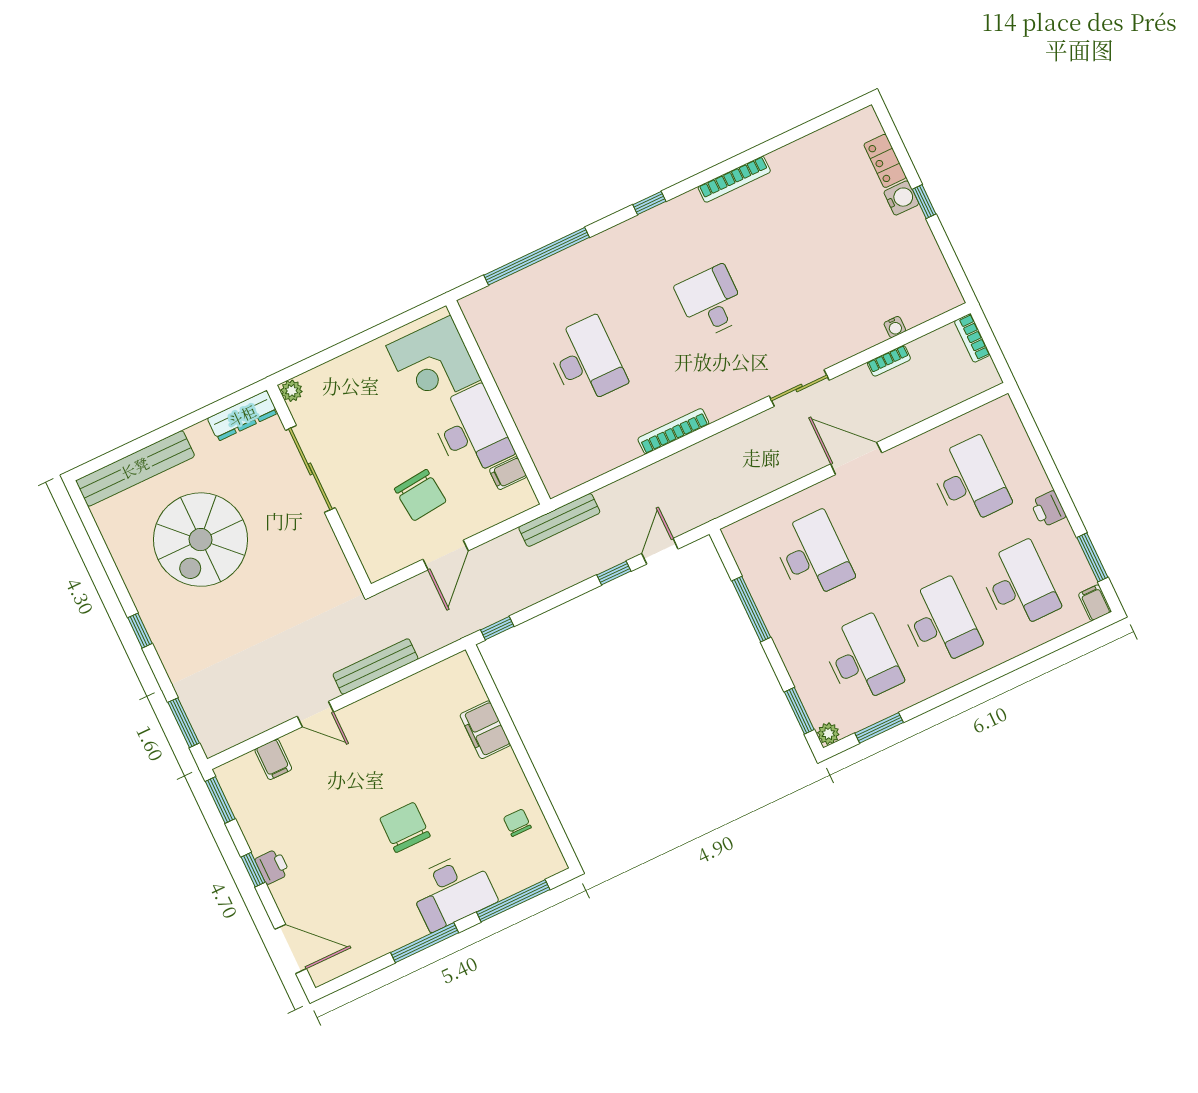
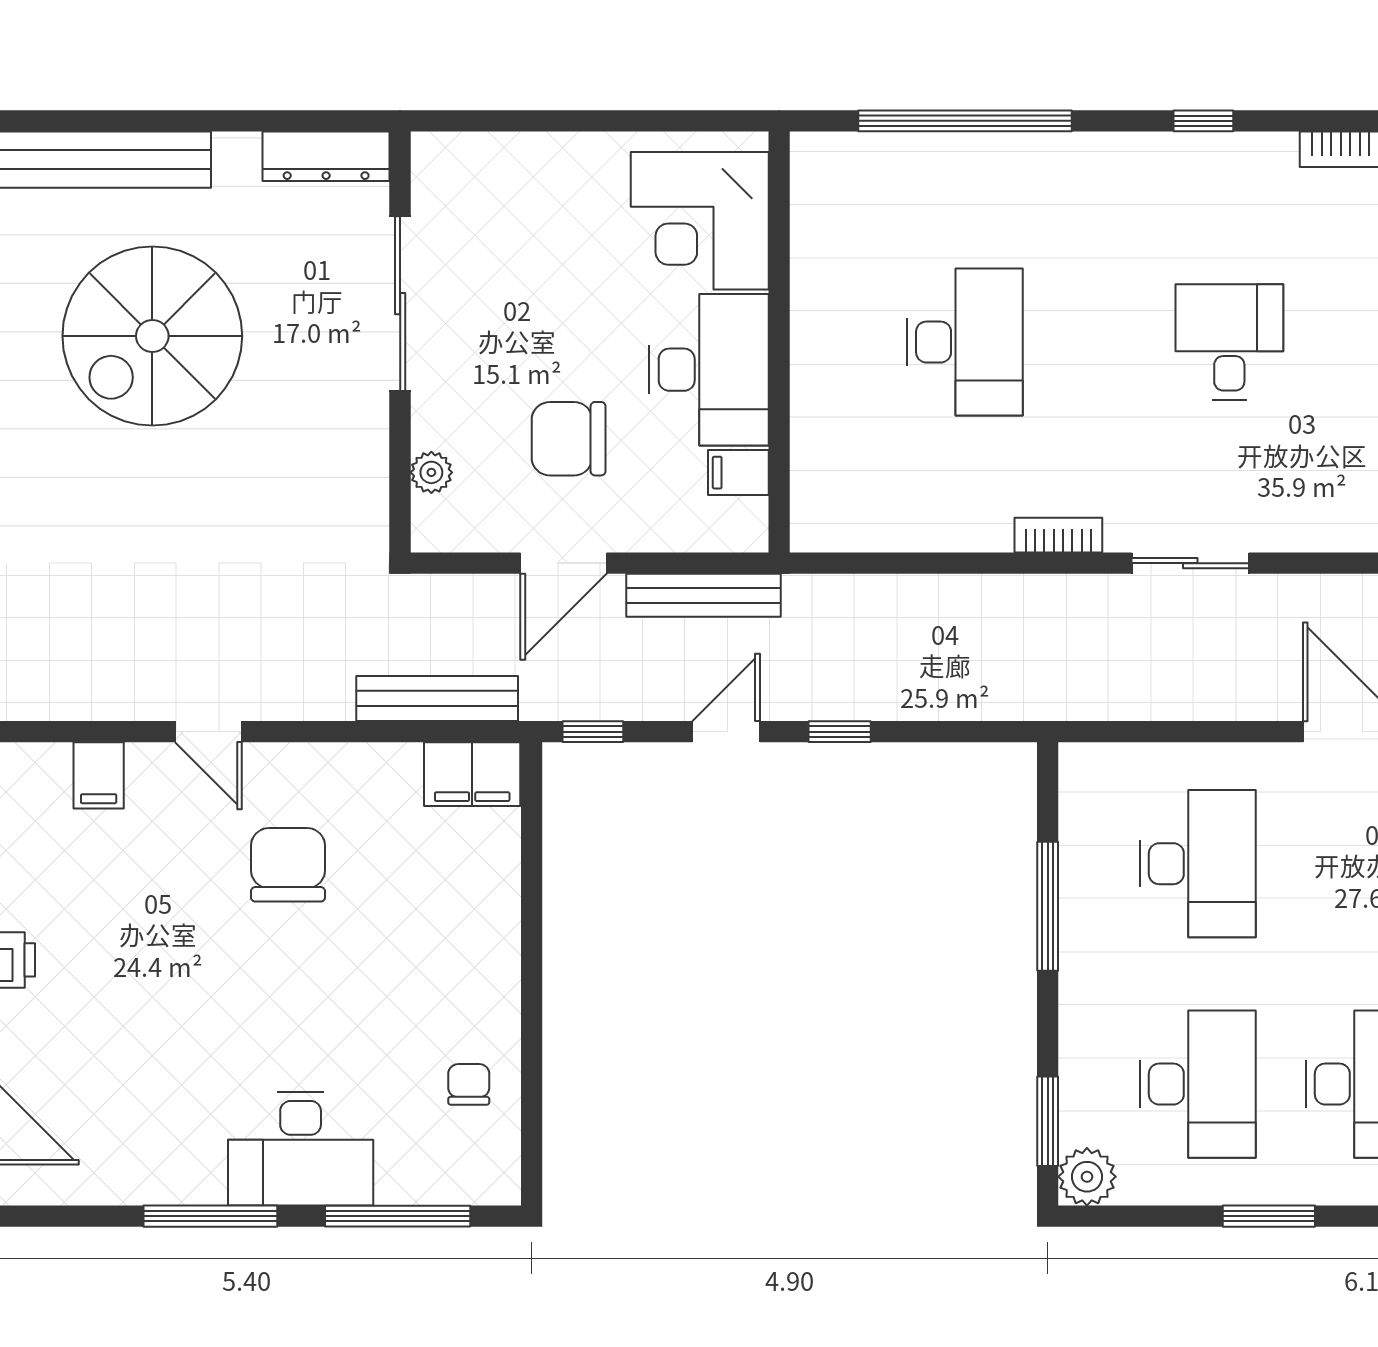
sliding door: (799, 388) -> (1190, 563), moved
plant: (292, 391) -> (431, 472), moved
bookcase: (673, 431) -> (1058, 535), width x0.64
chair: (420, 495) -> (569, 439), turned 96
bench: (559, 520) -> (703, 595), moved
door: (660, 551) -> (726, 732), moved
bench: (375, 667) -> (437, 698), moved
window: (879, 728) -> (1269, 1216), moved
filing cabinet: (485, 730) -> (472, 774), moved, turned -90
plant: (828, 734) -> (1087, 1177), width x1.38, depth x1.38
chair: (405, 827) -> (288, 865), moved

